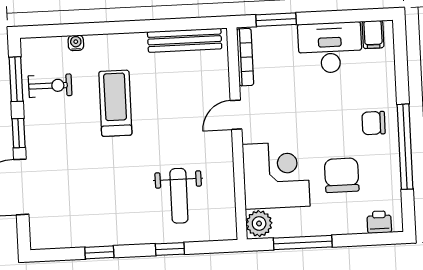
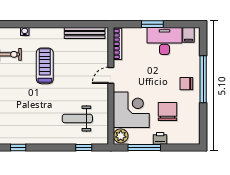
window: (276, 20) -> (152, 24), moved
window: (405, 147) -> (203, 79), moved
weight bench: (179, 196) -> (77, 118), turned 90
printer: (379, 222) -> (160, 138), moved
window: (170, 249) -> (84, 147), moved
window: (99, 252) -> (18, 147), moved

